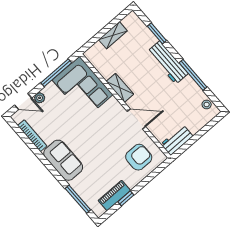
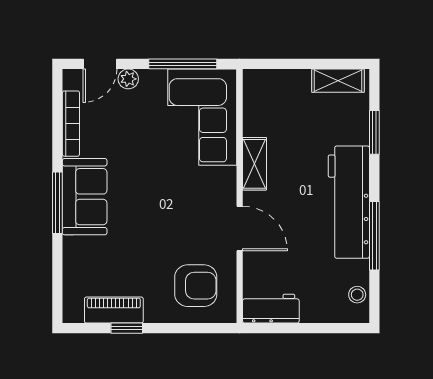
shelving: (113, 35) -> (338, 81), moved
workbench: (168, 63) -> (349, 202), width x1.36, depth x1.32
door: (23, 102) -> (100, 64), hinge flipped
window: (78, 199) -> (57, 203), moved

